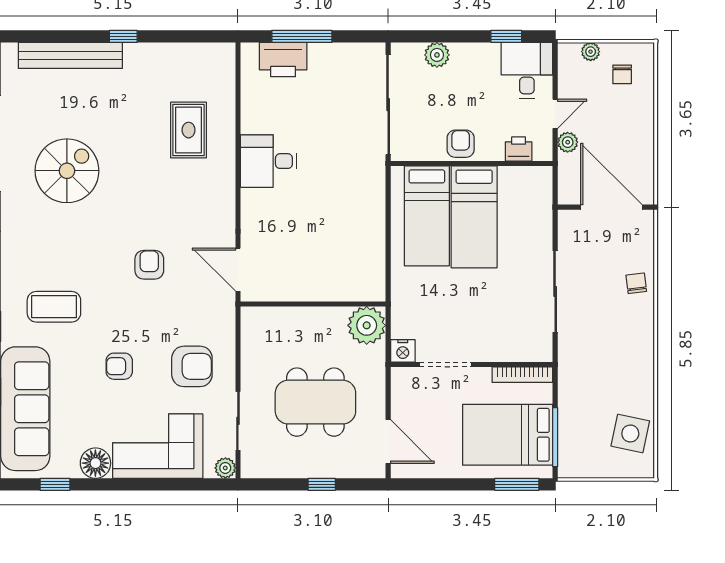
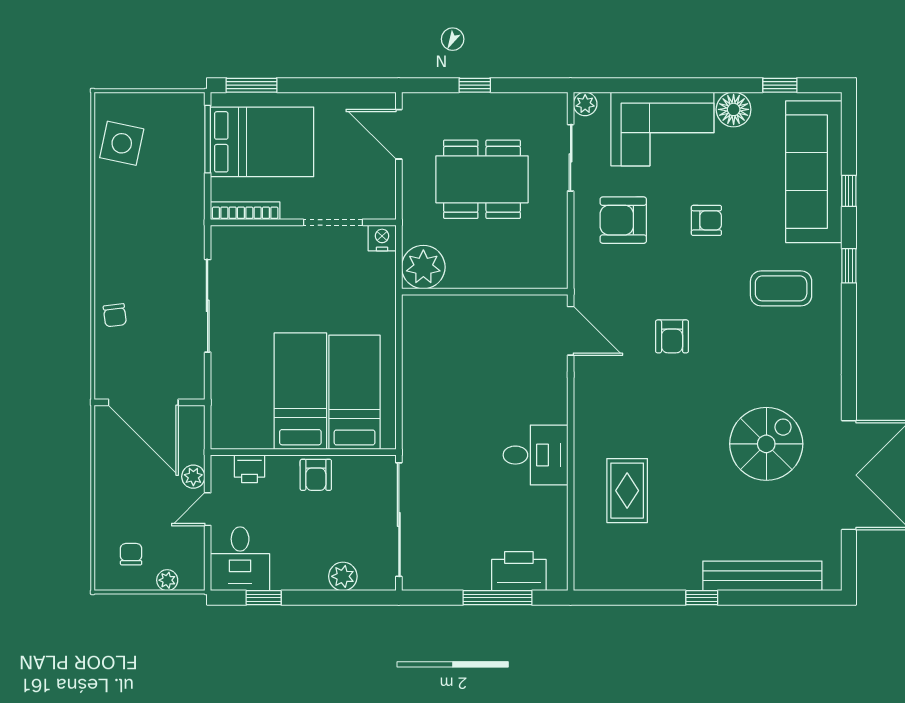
spiral stairs: (67, 171) -> (766, 444), turned 180

